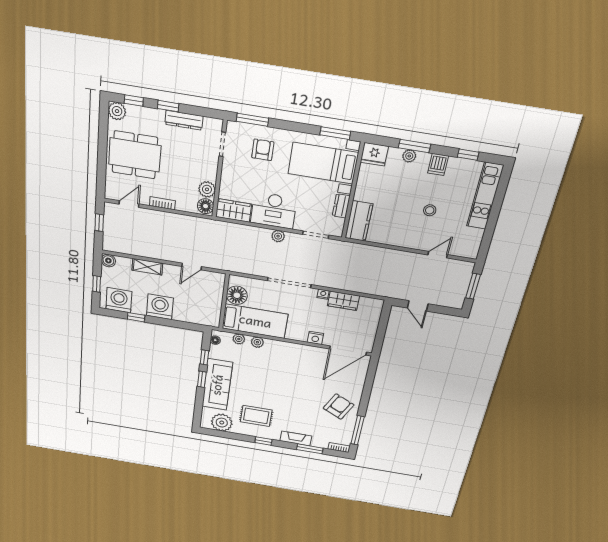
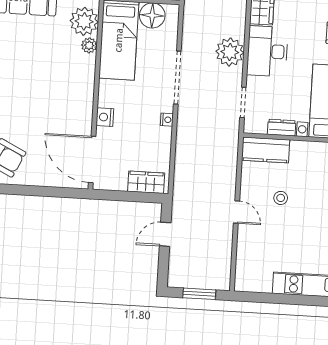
stool: (430, 210) -> (281, 198), moved
plant: (278, 236) -> (230, 52), width x1.87, depth x1.87
door: (438, 255) -> (236, 212), moved
wardrobe: (343, 301) -> (146, 182), moved, turned 90
plant: (239, 339) -> (84, 21), width x1.87, depth x1.87

